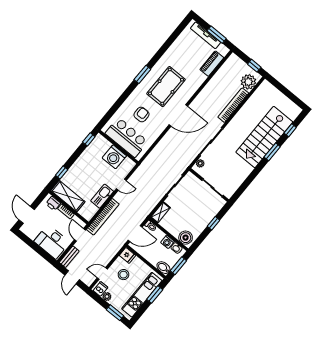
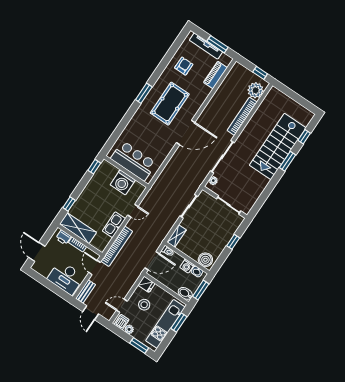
armchair: (141, 114) -> (184, 66), moved

